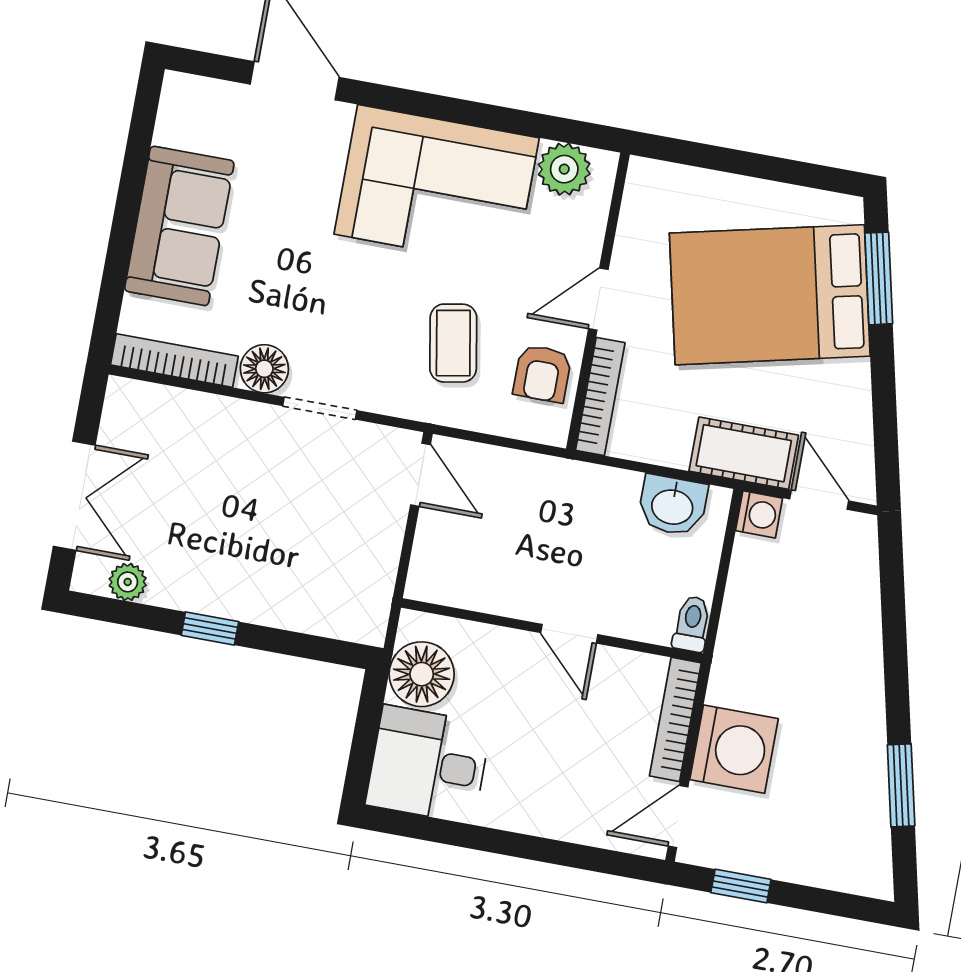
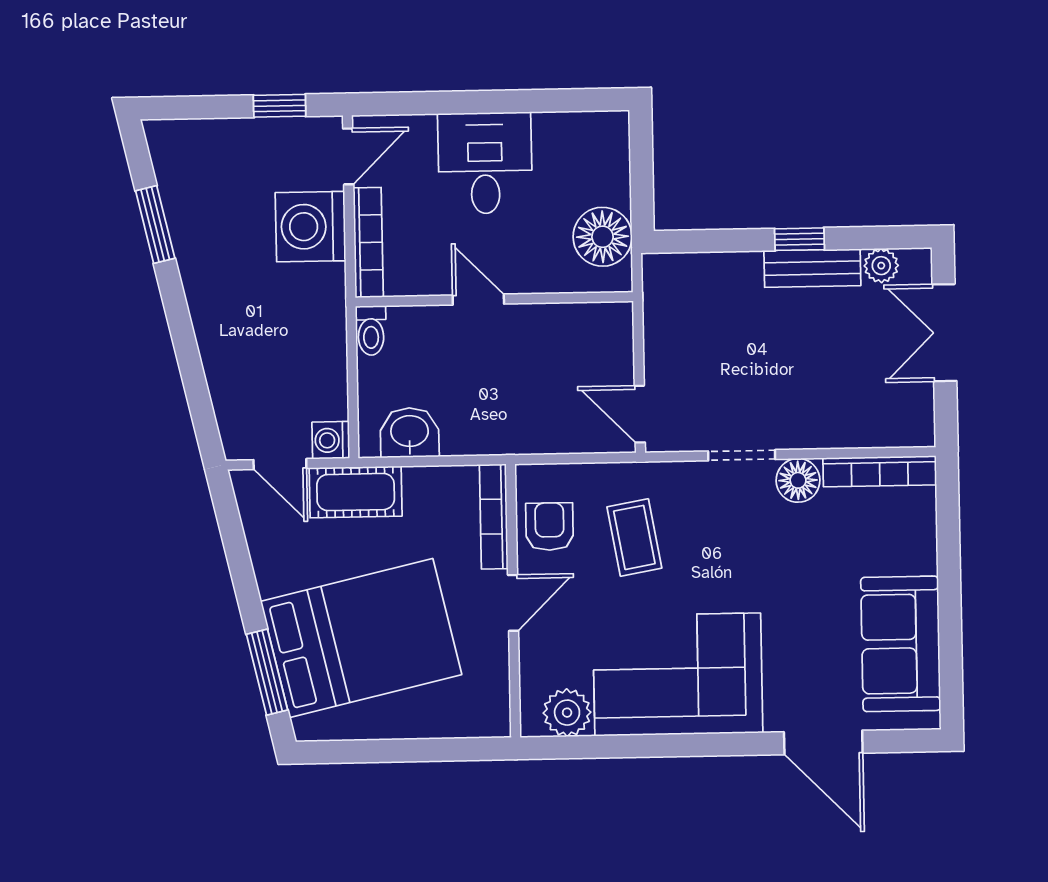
sofa: (179, 226) -> (901, 644), moved
bench: (202, 594) -> (812, 268), added
desk: (428, 764) -> (485, 163), moved, turned -90

